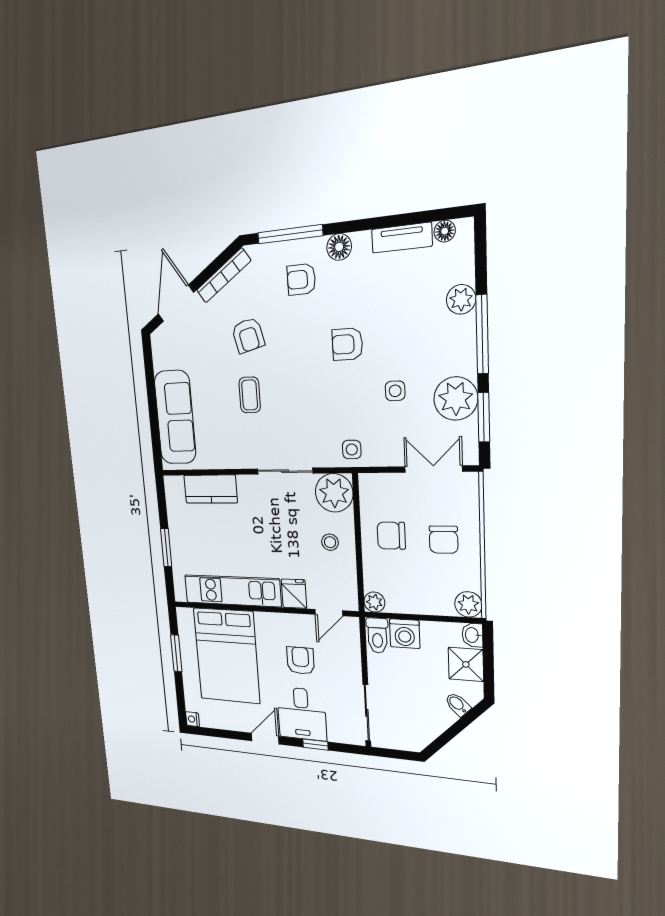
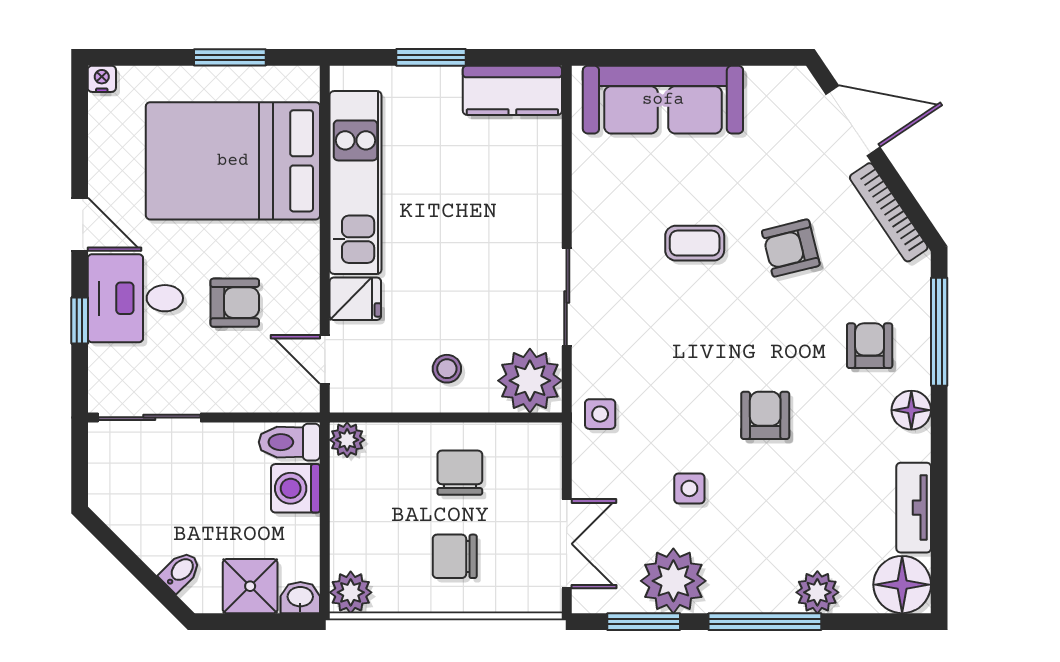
floor lamp: (445, 231) -> (902, 585), width x1.89, depth x1.89
kitchen counter: (210, 489) -> (512, 90), moved, turned -90

